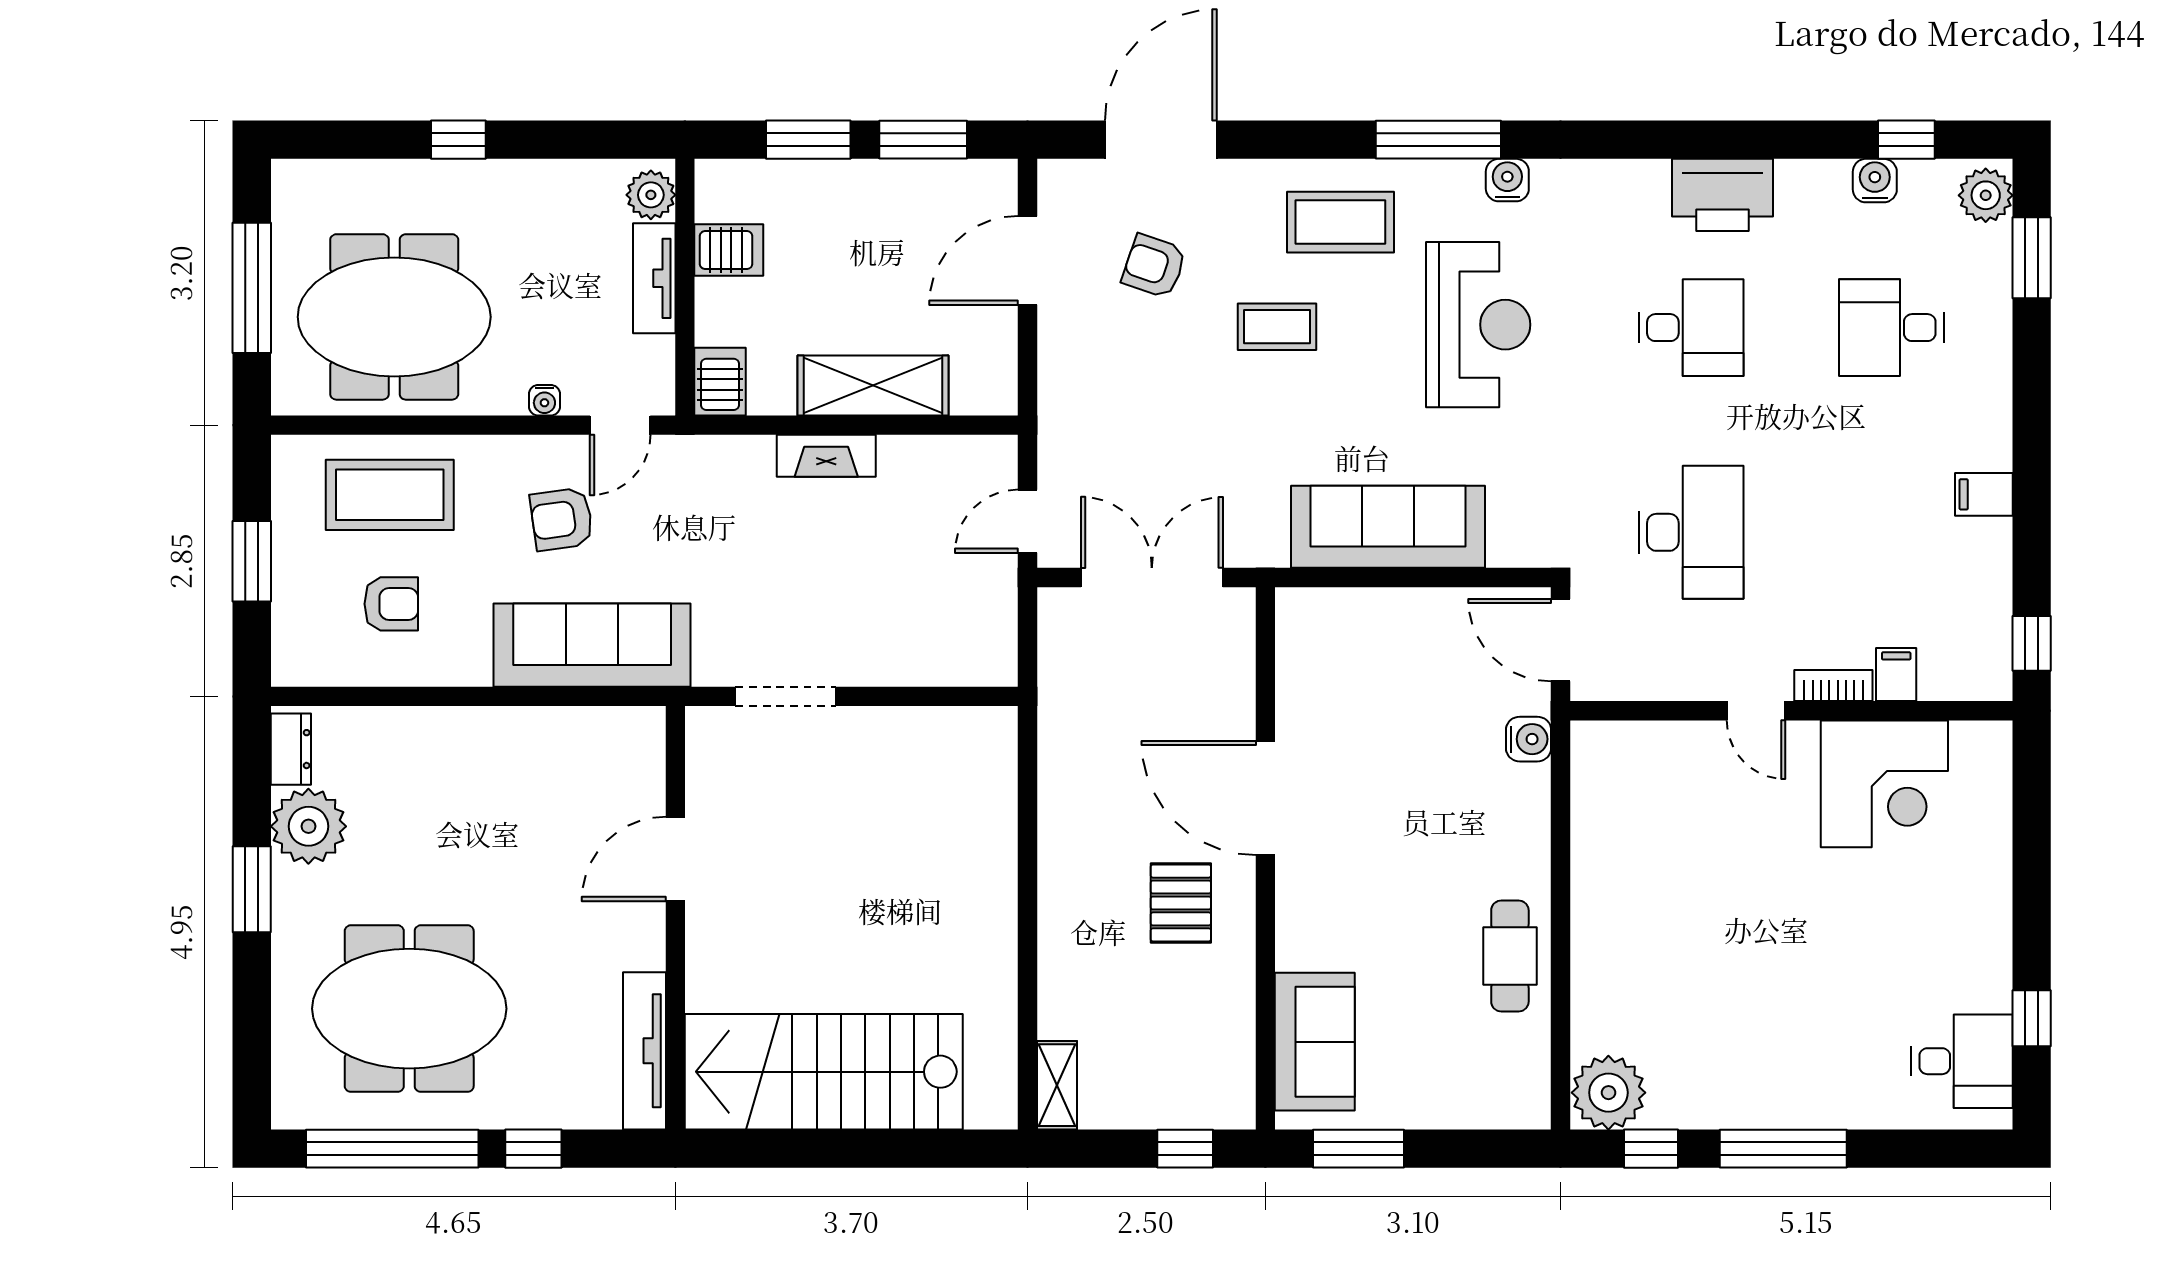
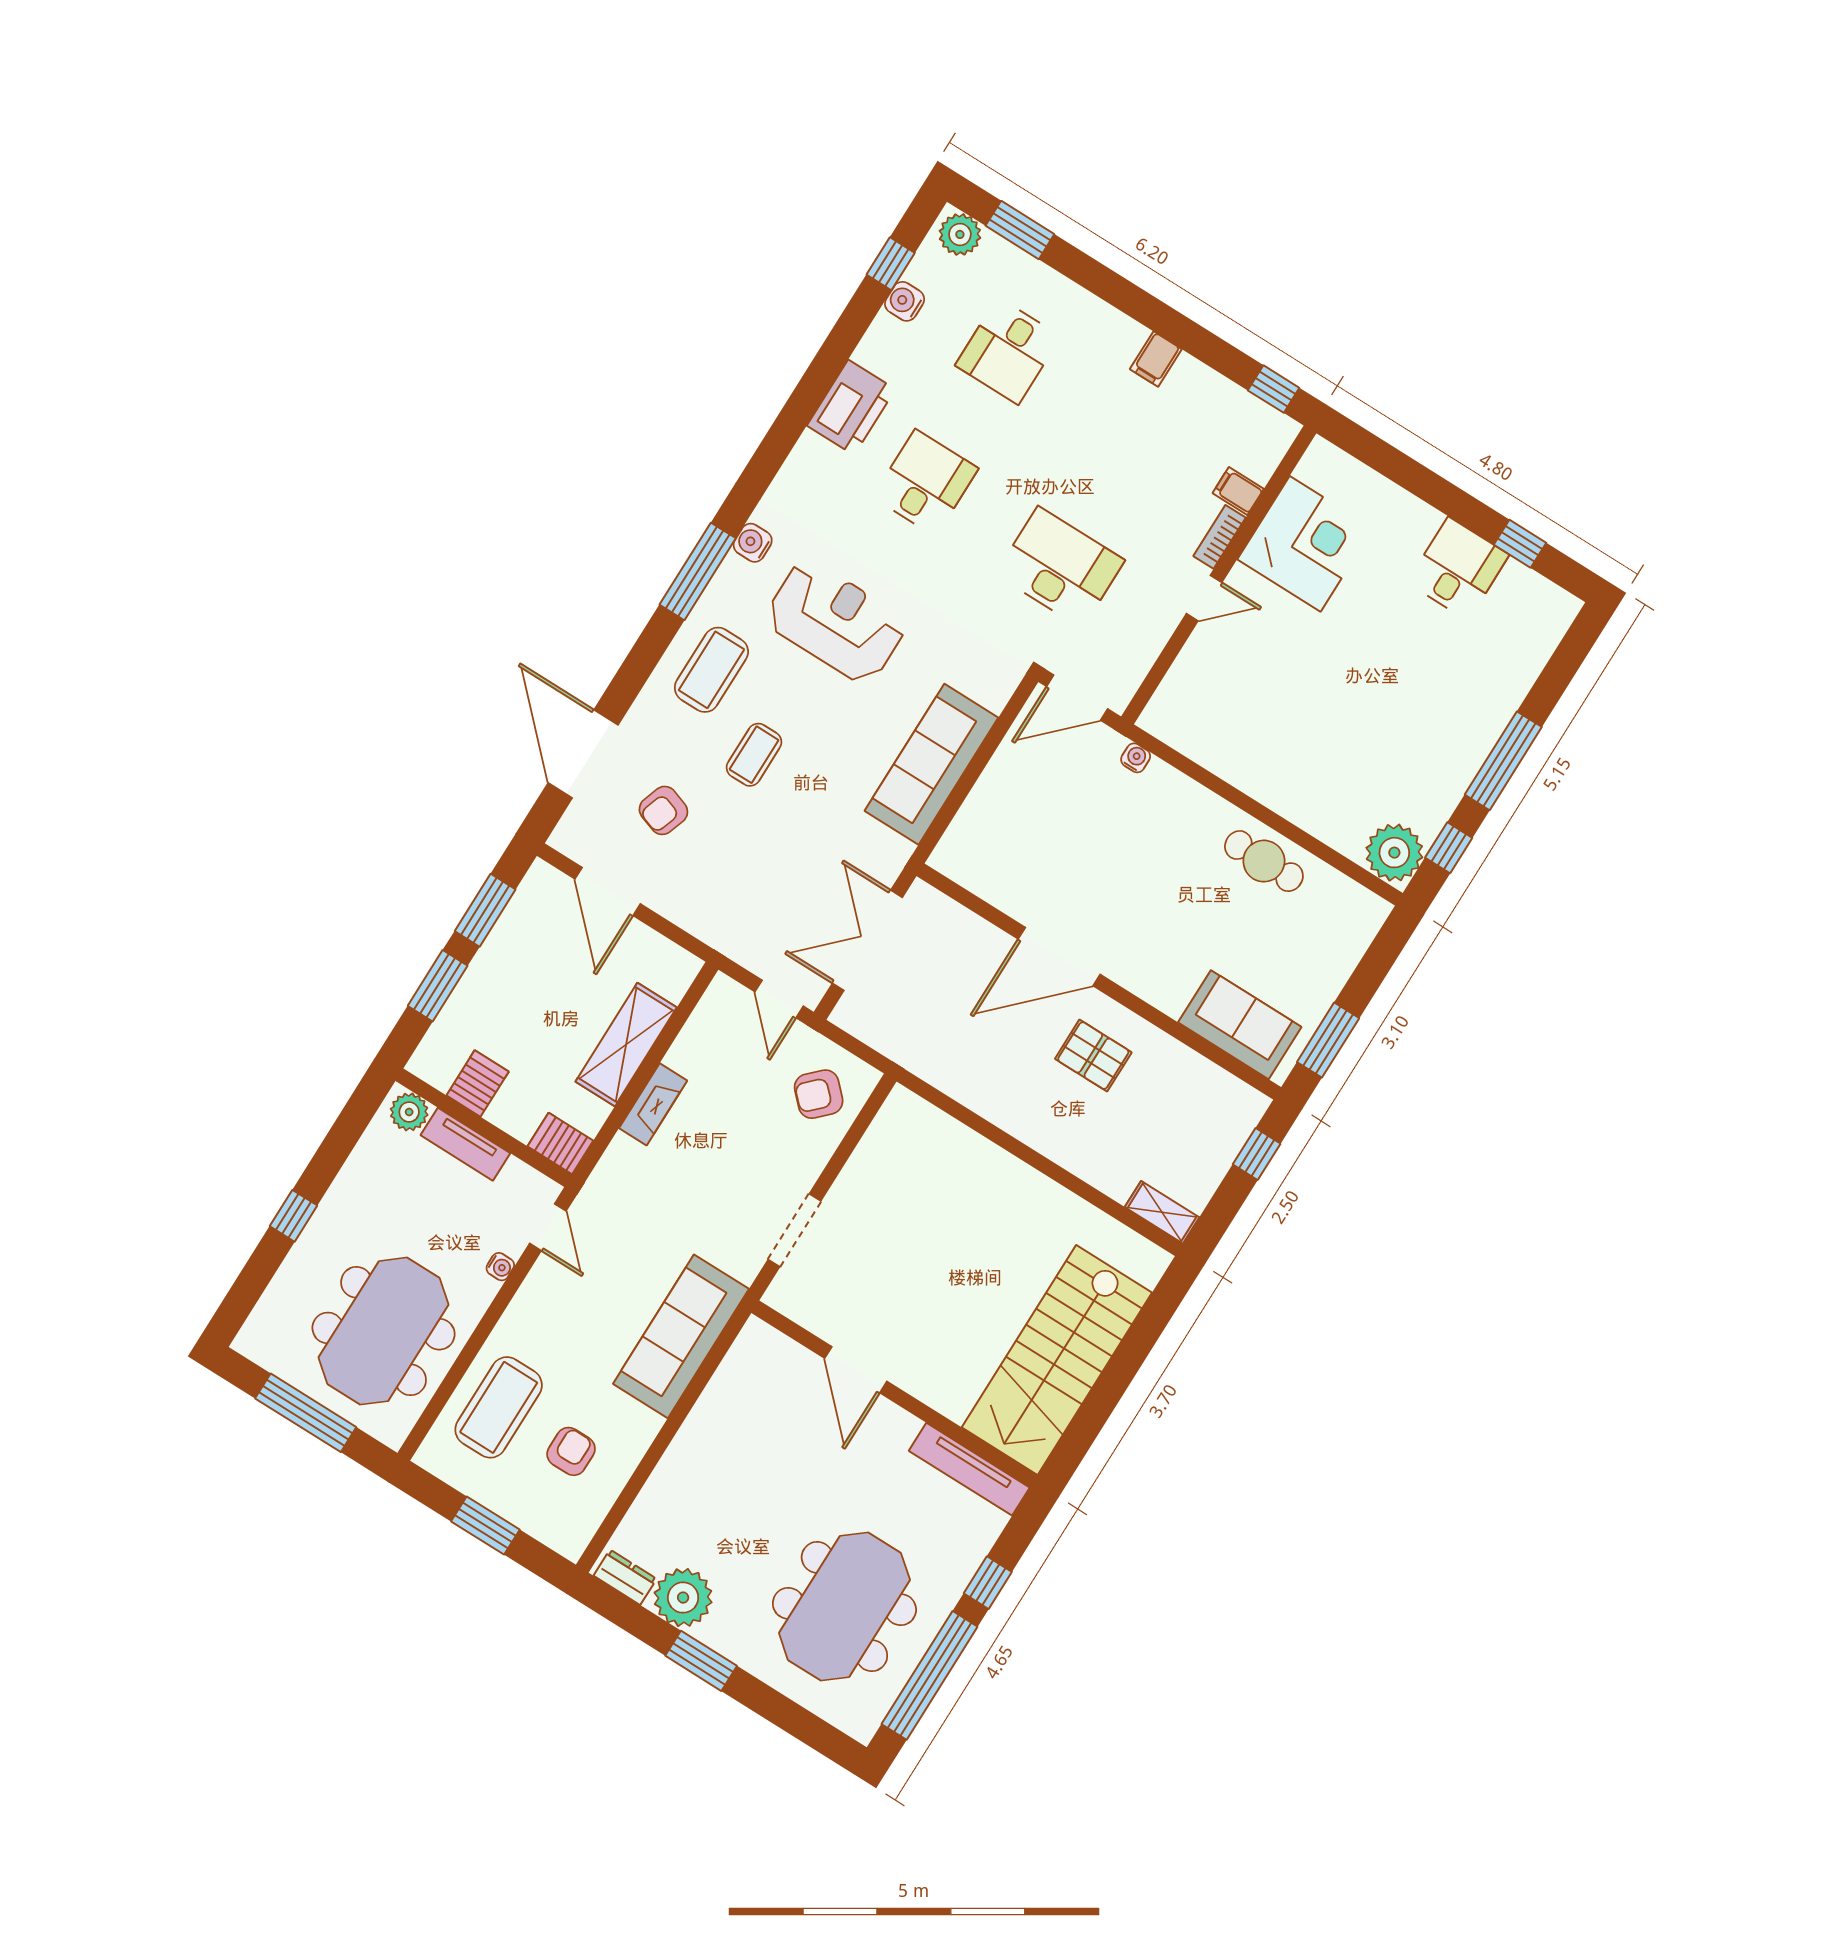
armchair: (562, 519) -> (819, 1094), moved, turned 53
water cooler: (1529, 739) -> (1136, 758), width x0.72, depth x0.72
desk: (1962, 1061) -> (1458, 569), moved

